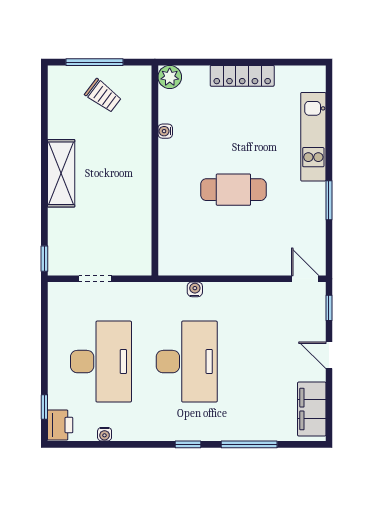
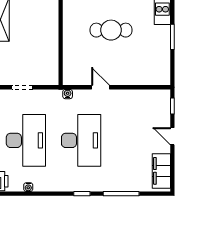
door: (305, 279) -> (100, 87), moved
water cooler: (195, 289) -> (68, 94), moved

